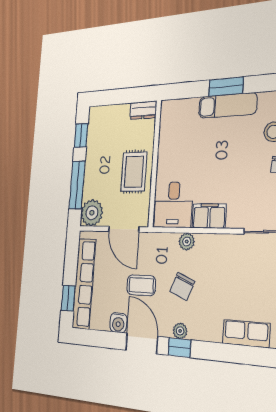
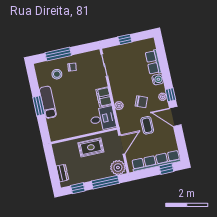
dresser: (143, 110) -> (62, 173), moved
water cooler: (118, 323) -> (158, 79), moved
door: (142, 343) -> (175, 116), hinge flipped

